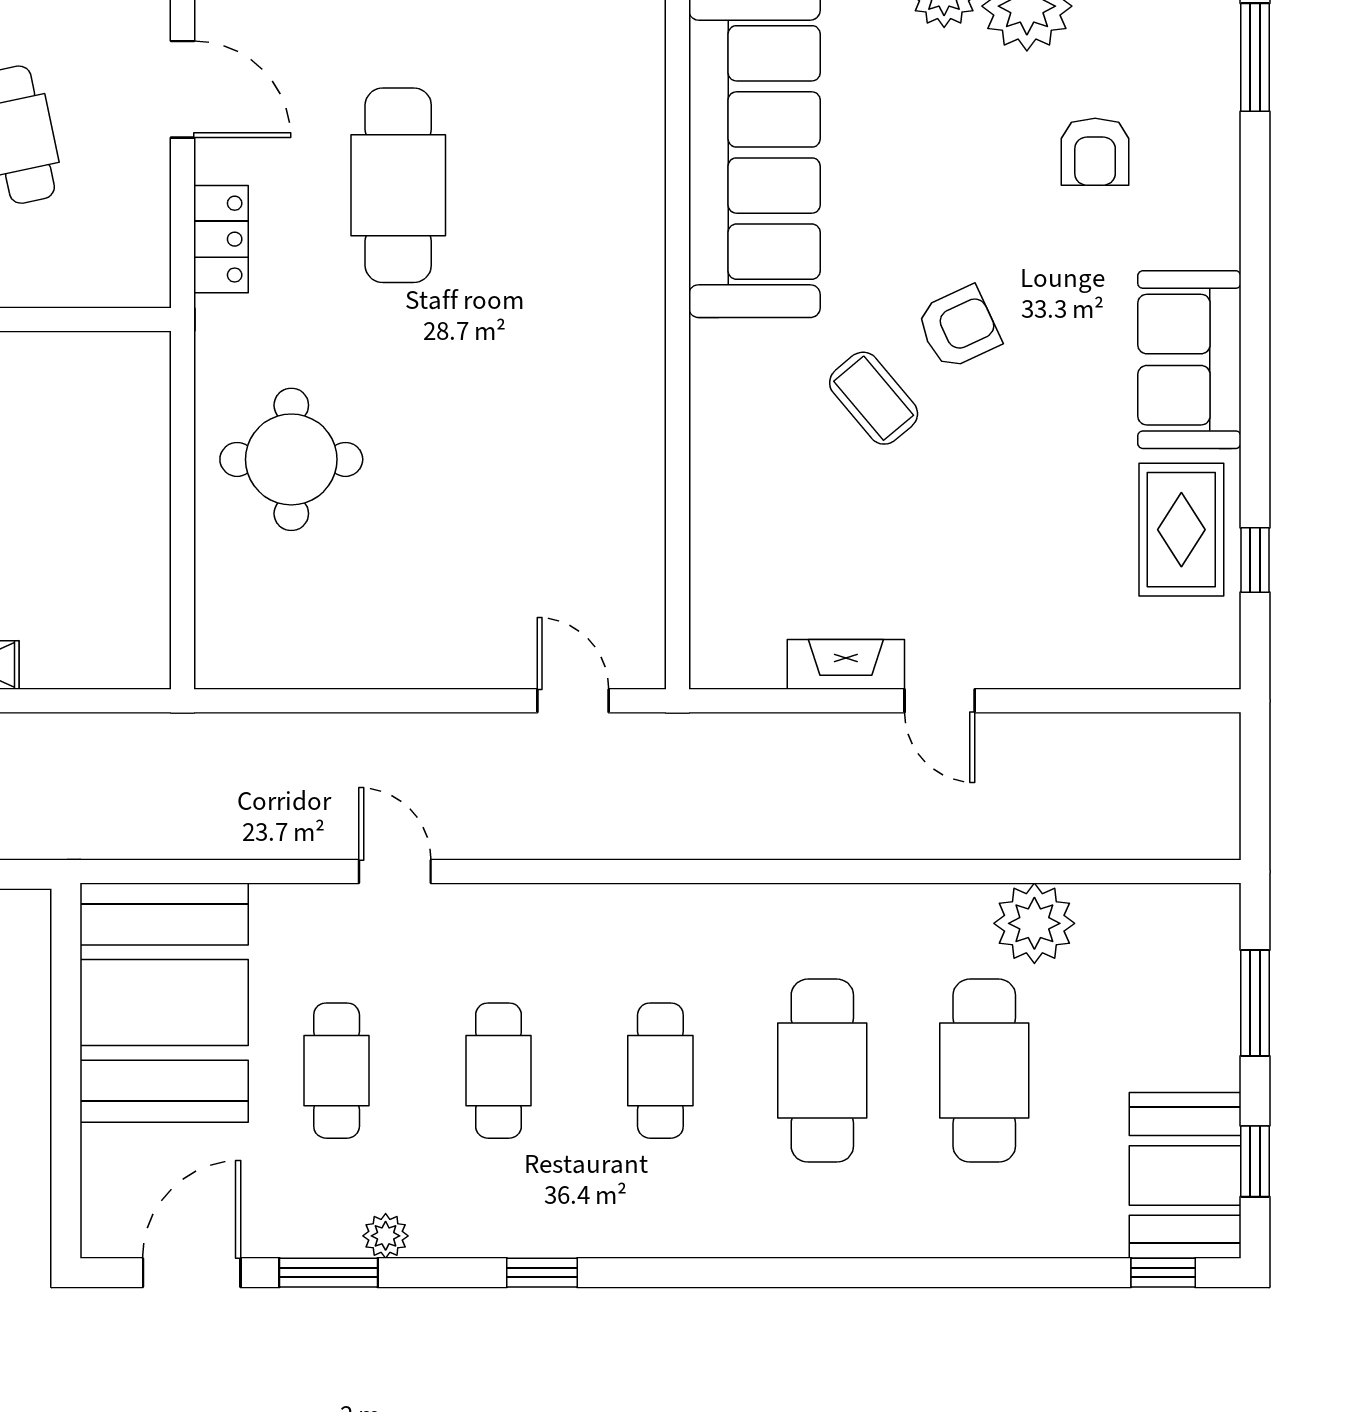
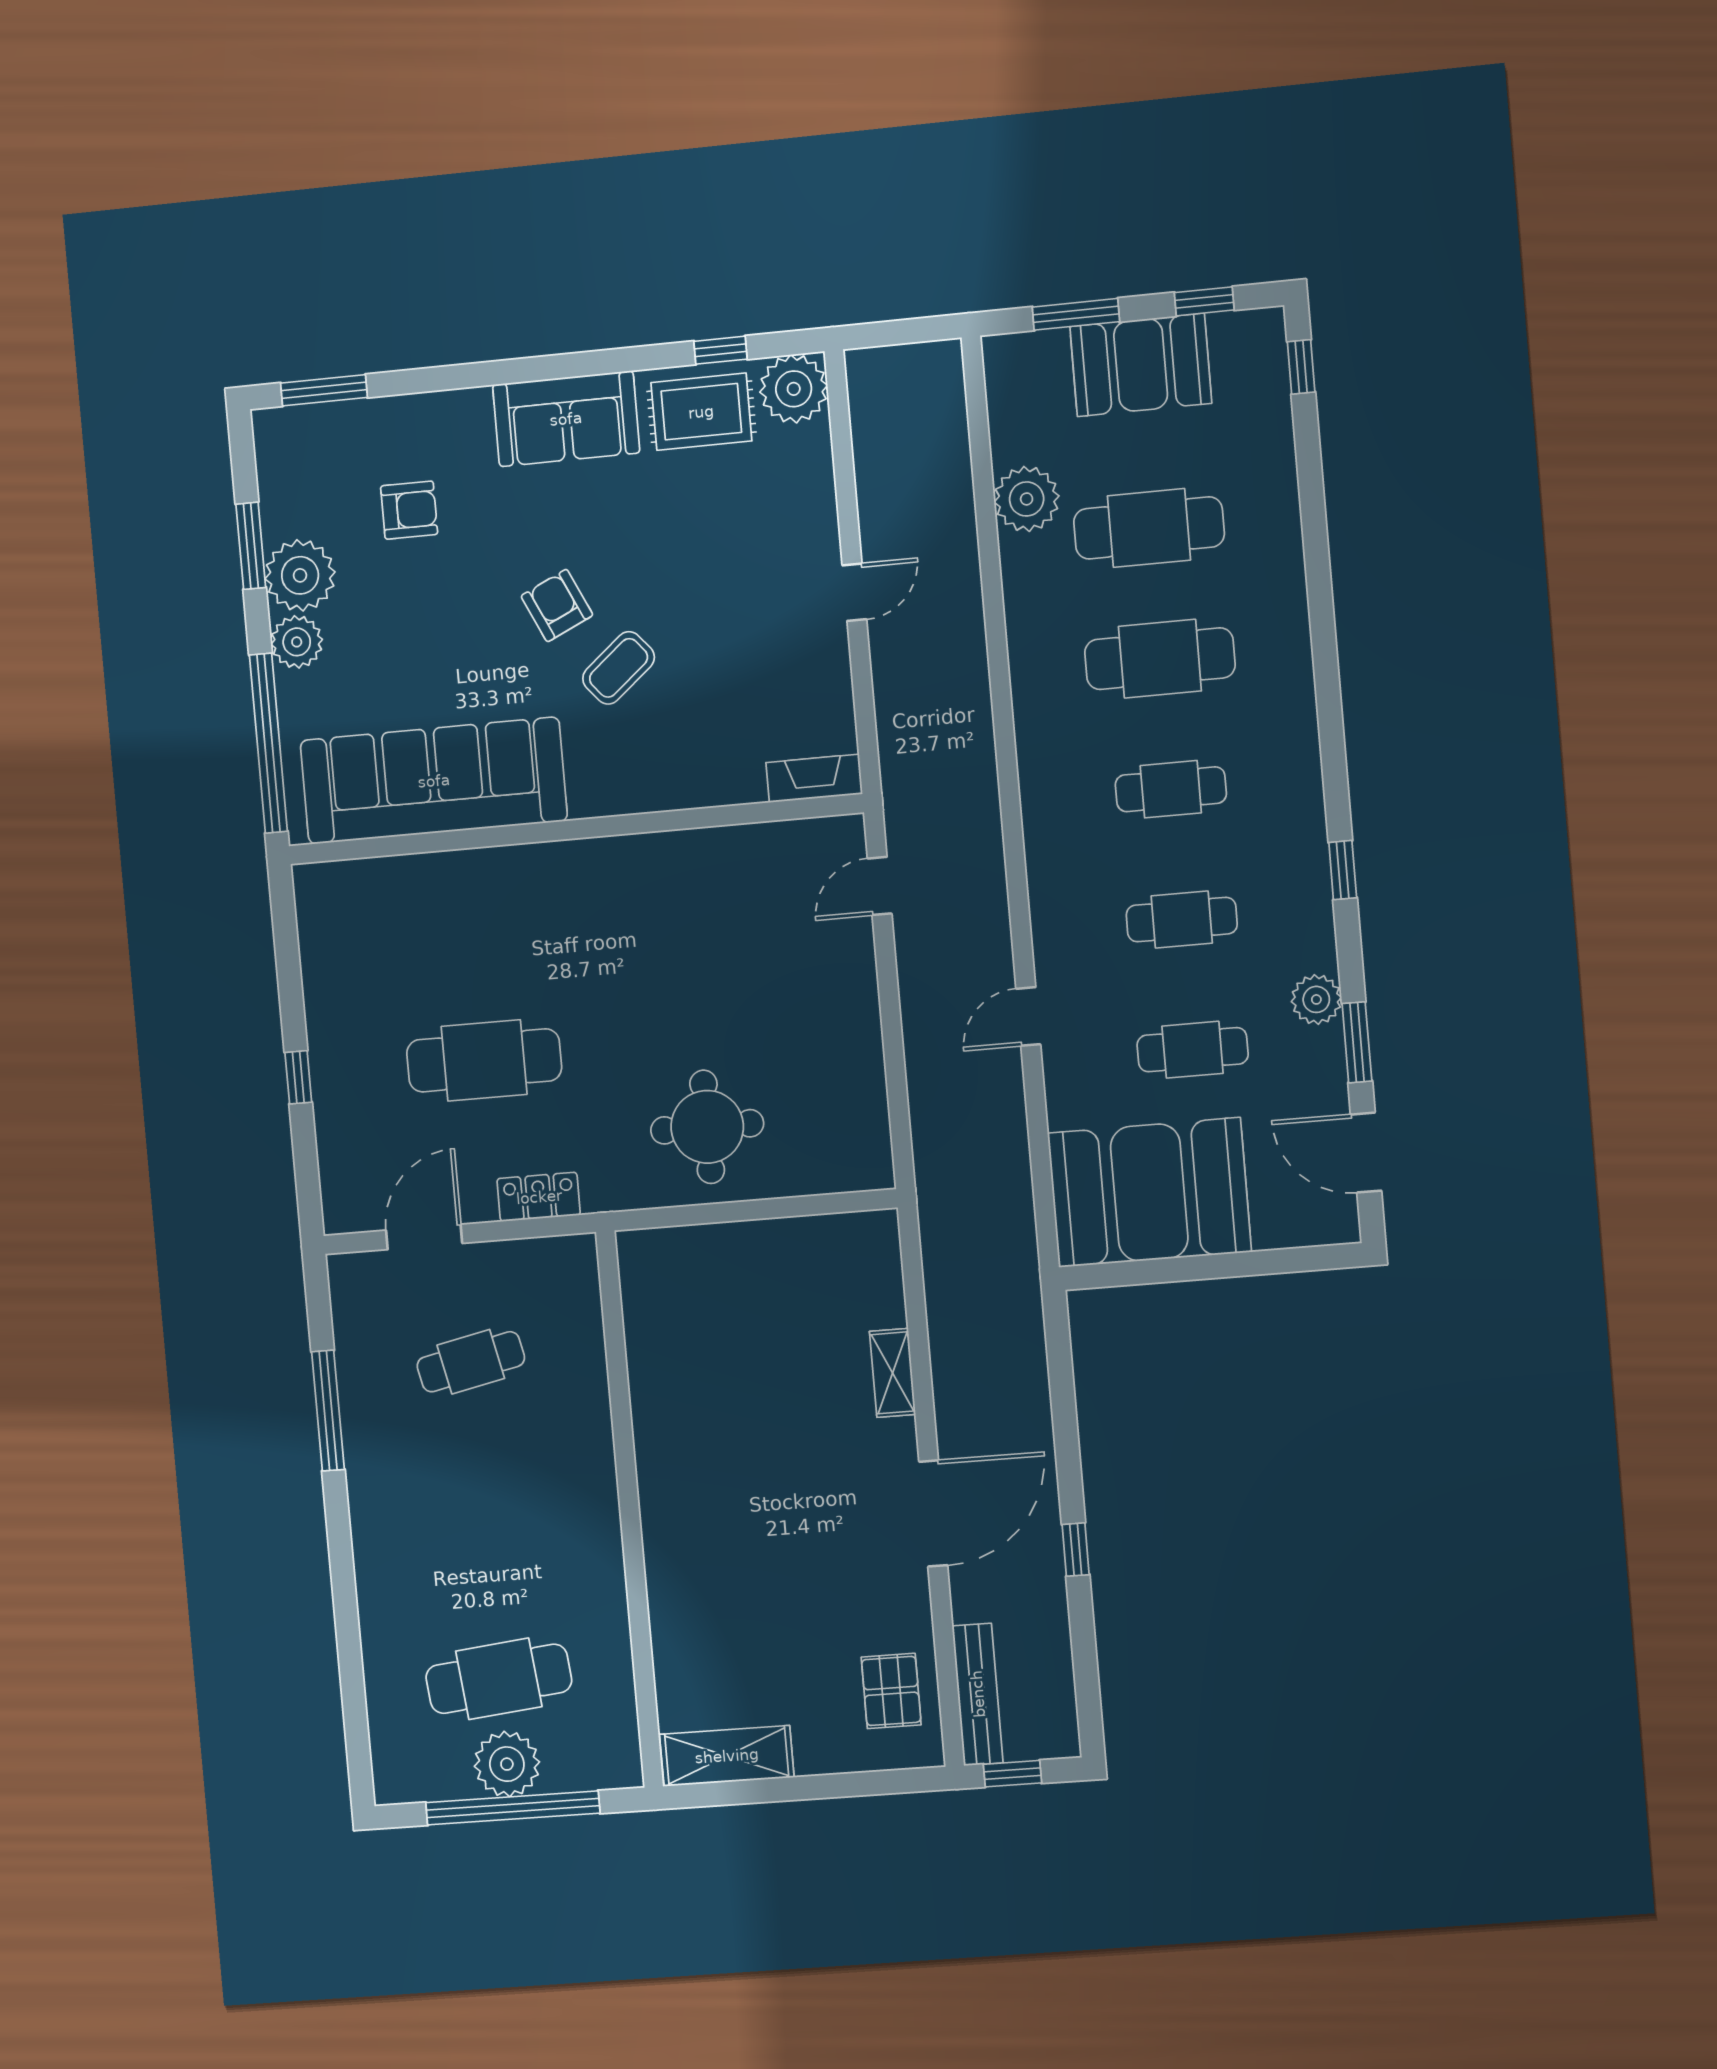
plant: (1198, 647) -> (794, 389), added
fireplace: (846, 664) -> (814, 778), moved, turned 90
booth: (1185, 1175) -> (1141, 365), moved
plant: (386, 1236) -> (1316, 999), width x1.38, depth x1.38

